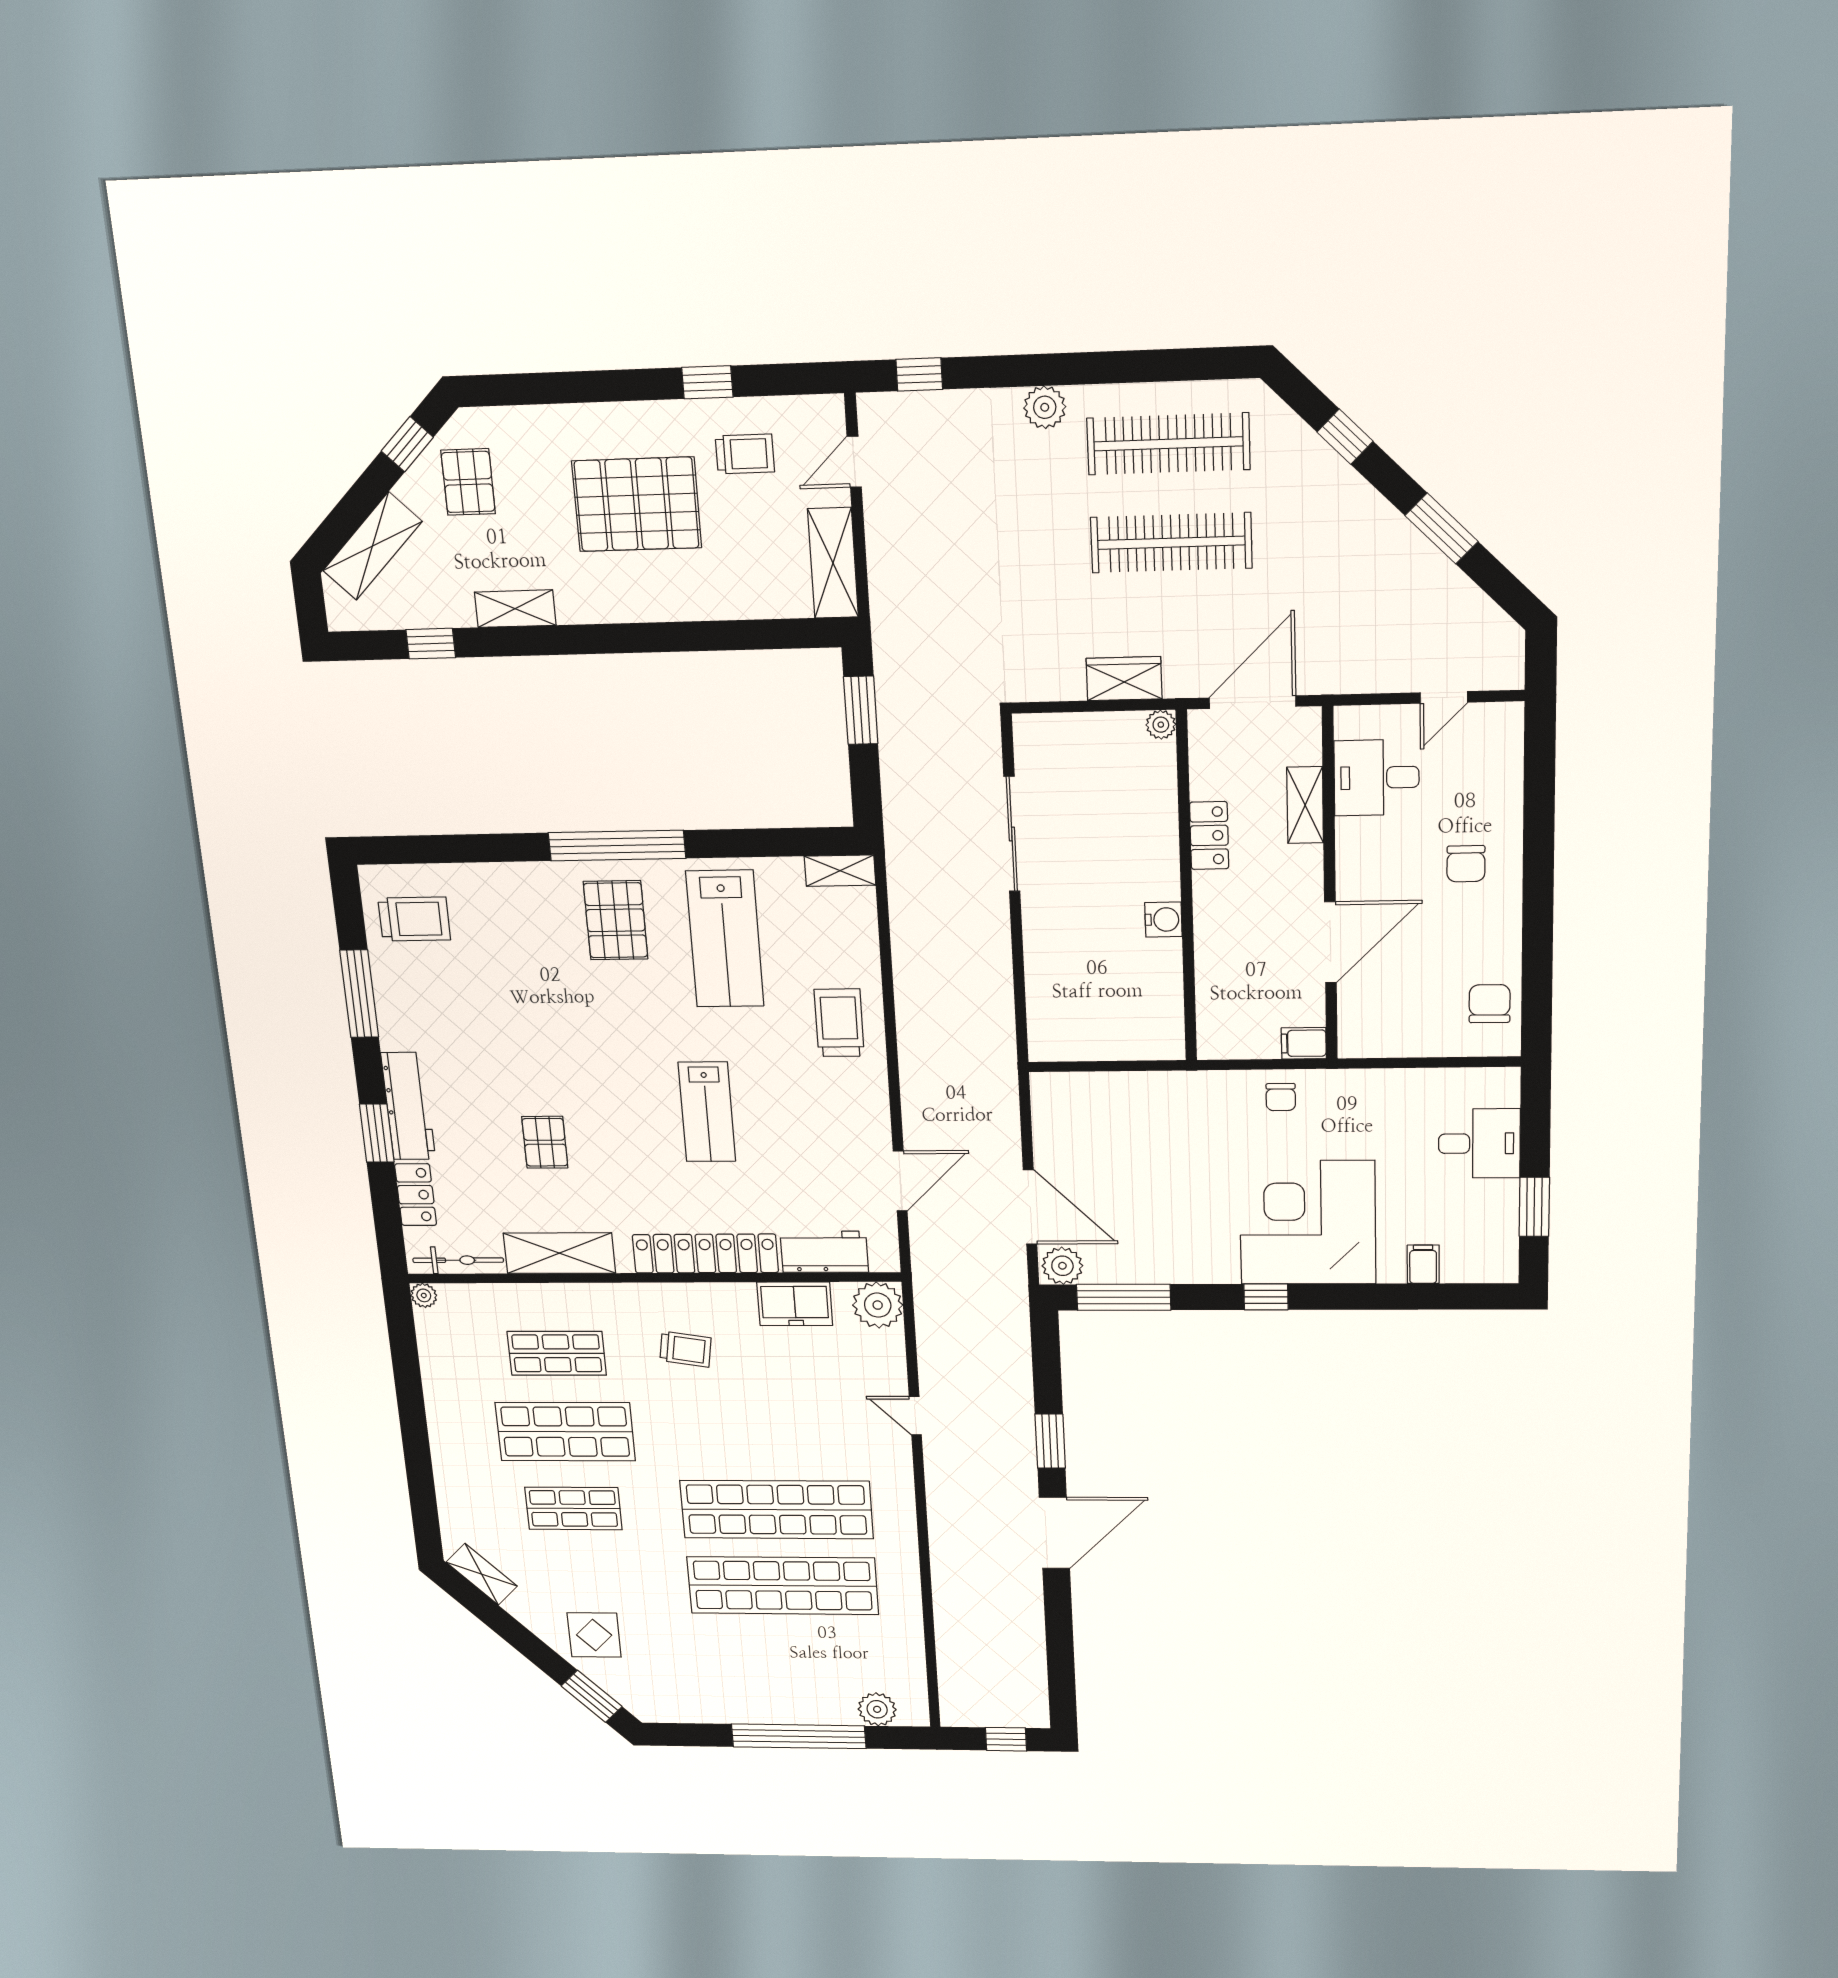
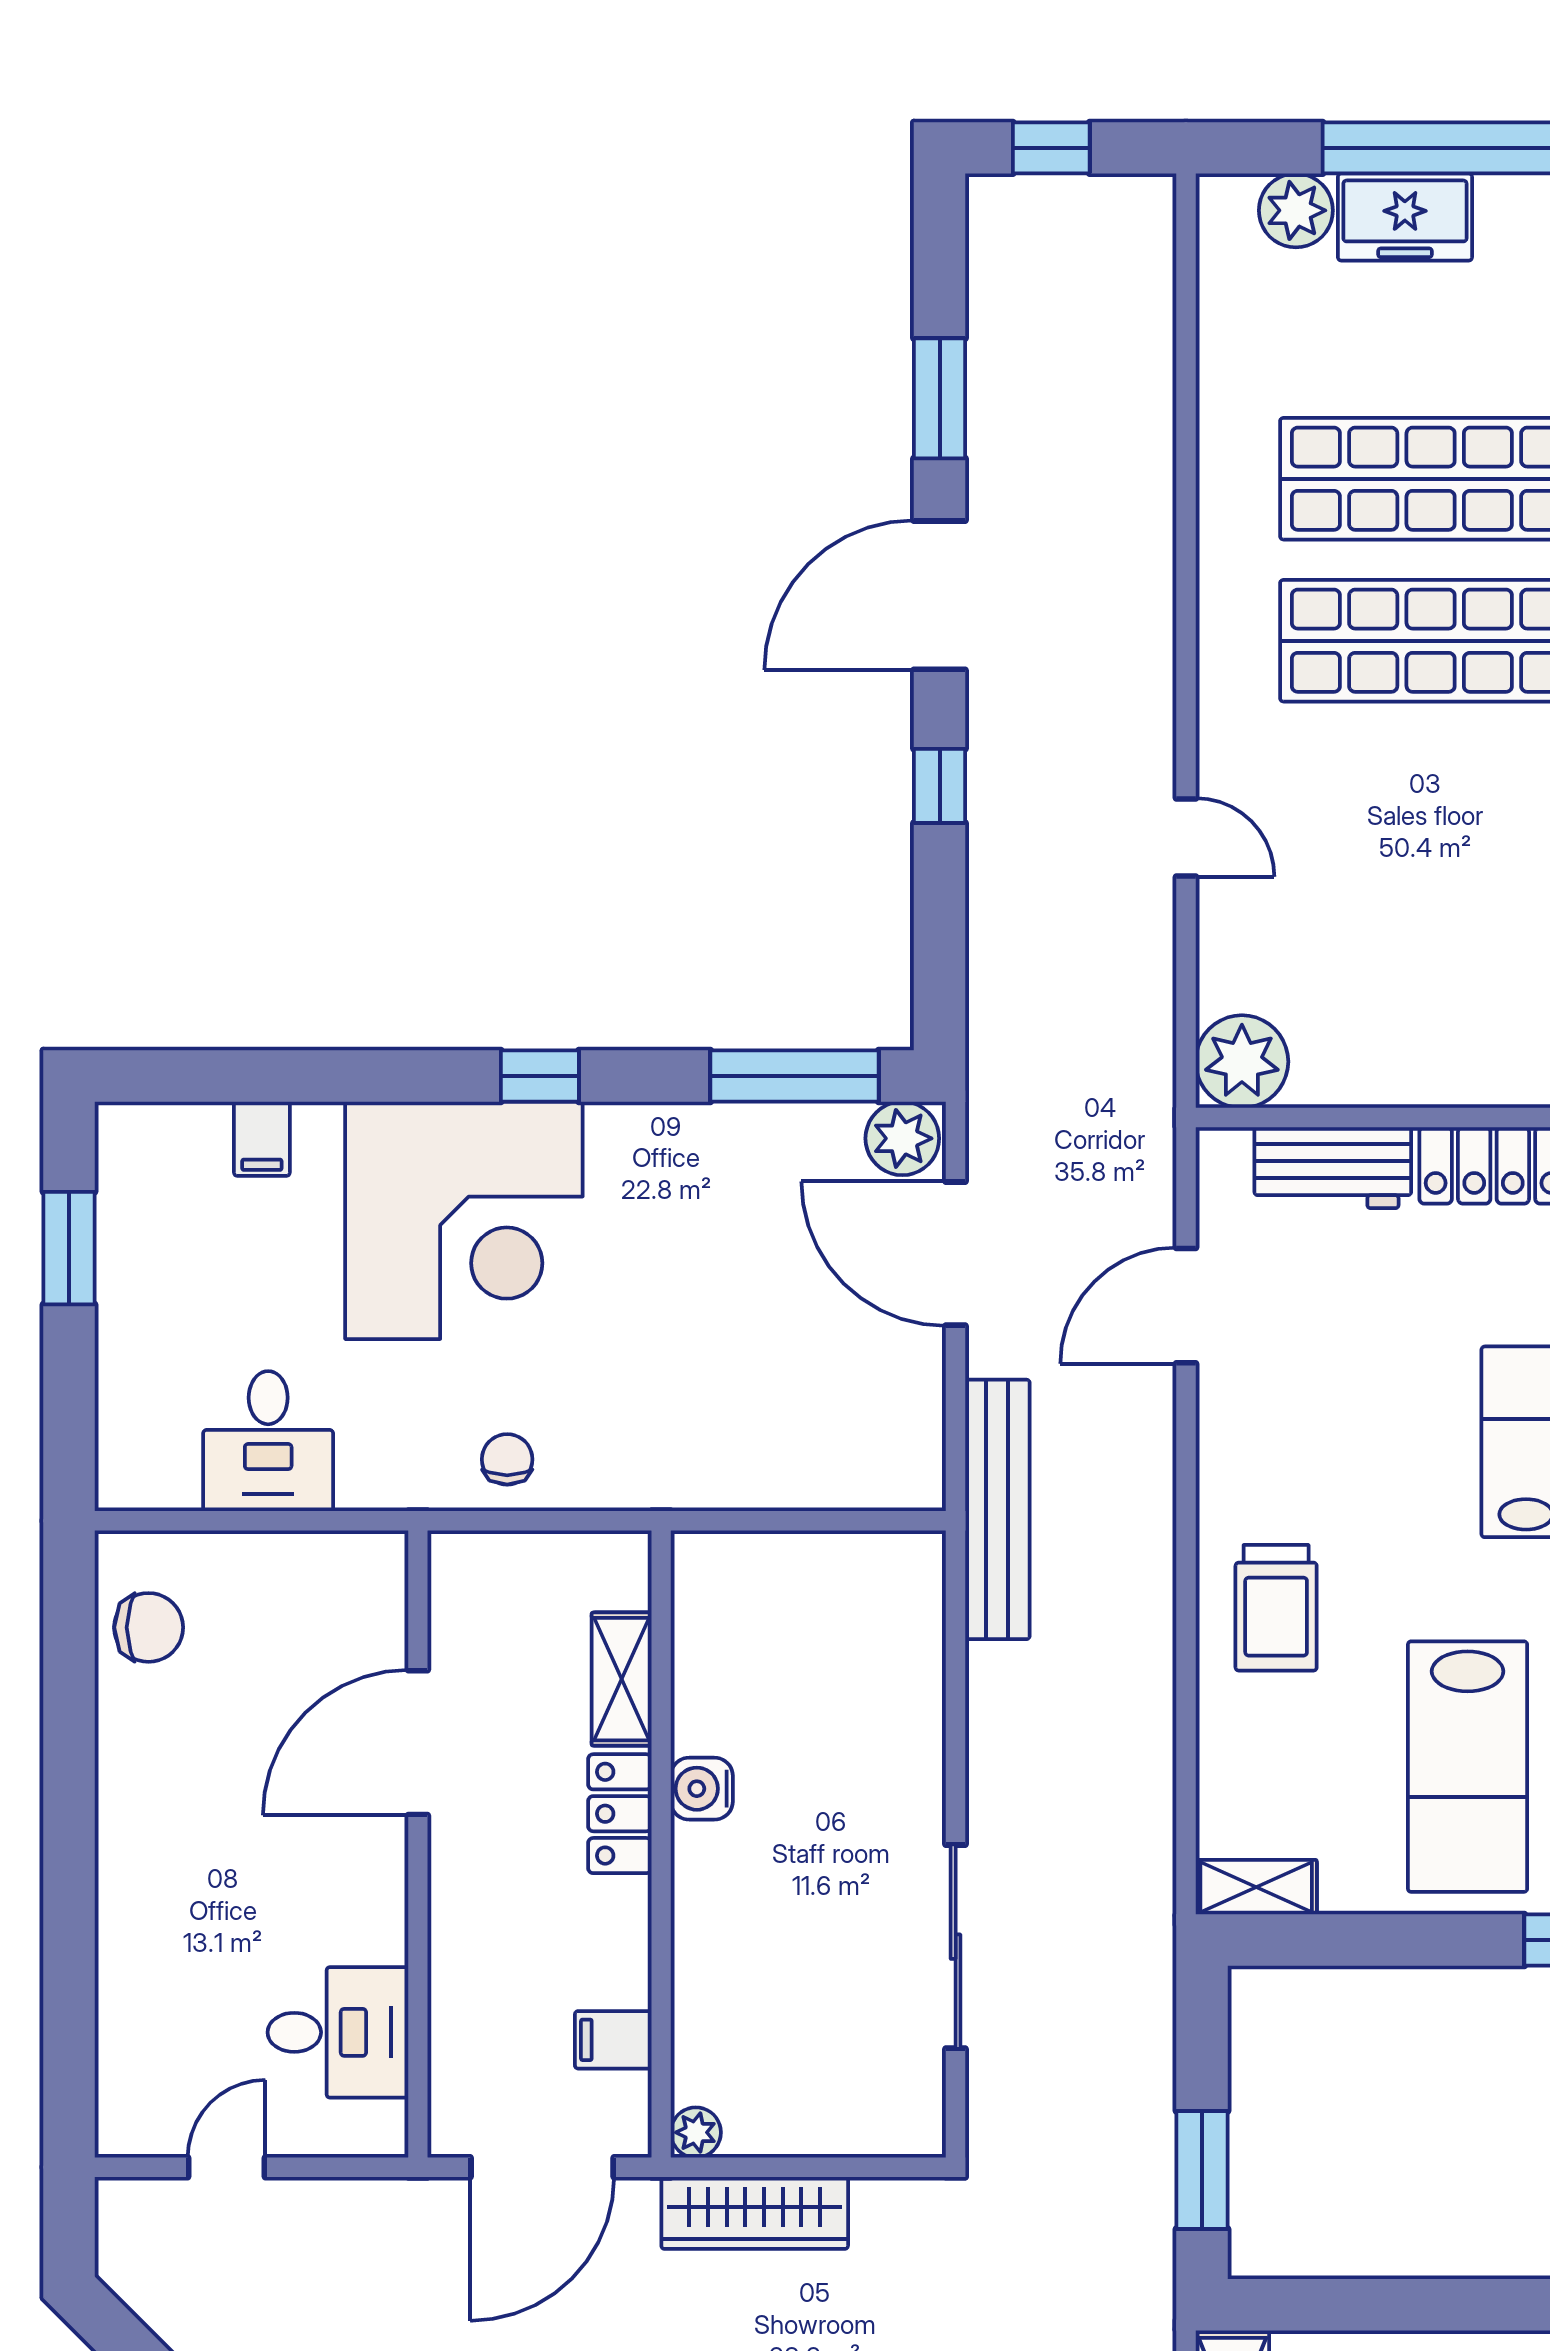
wardrobe: (1124, 679) -> (755, 2213), width x1.50
shelving: (1305, 805) -> (622, 1679), moved
locker: (1209, 835) -> (620, 1814), moved
chair: (1466, 864) -> (189, 1879), removed
lab bench: (725, 939) -> (1468, 1767), turned 180
chair: (1490, 1004) -> (149, 1627), turned -90
filing cabinet: (1304, 1043) -> (613, 2040), moved, turned 180
bench: (1000, 1073) -> (997, 1509), added
desk: (1479, 1143) -> (268, 1441), moved, turned -90
freezer: (795, 1304) -> (1405, 217), moved, turned 180
window: (1050, 1441) -> (940, 786), width x0.67
window: (1059, 1625) -> (940, 398), added

